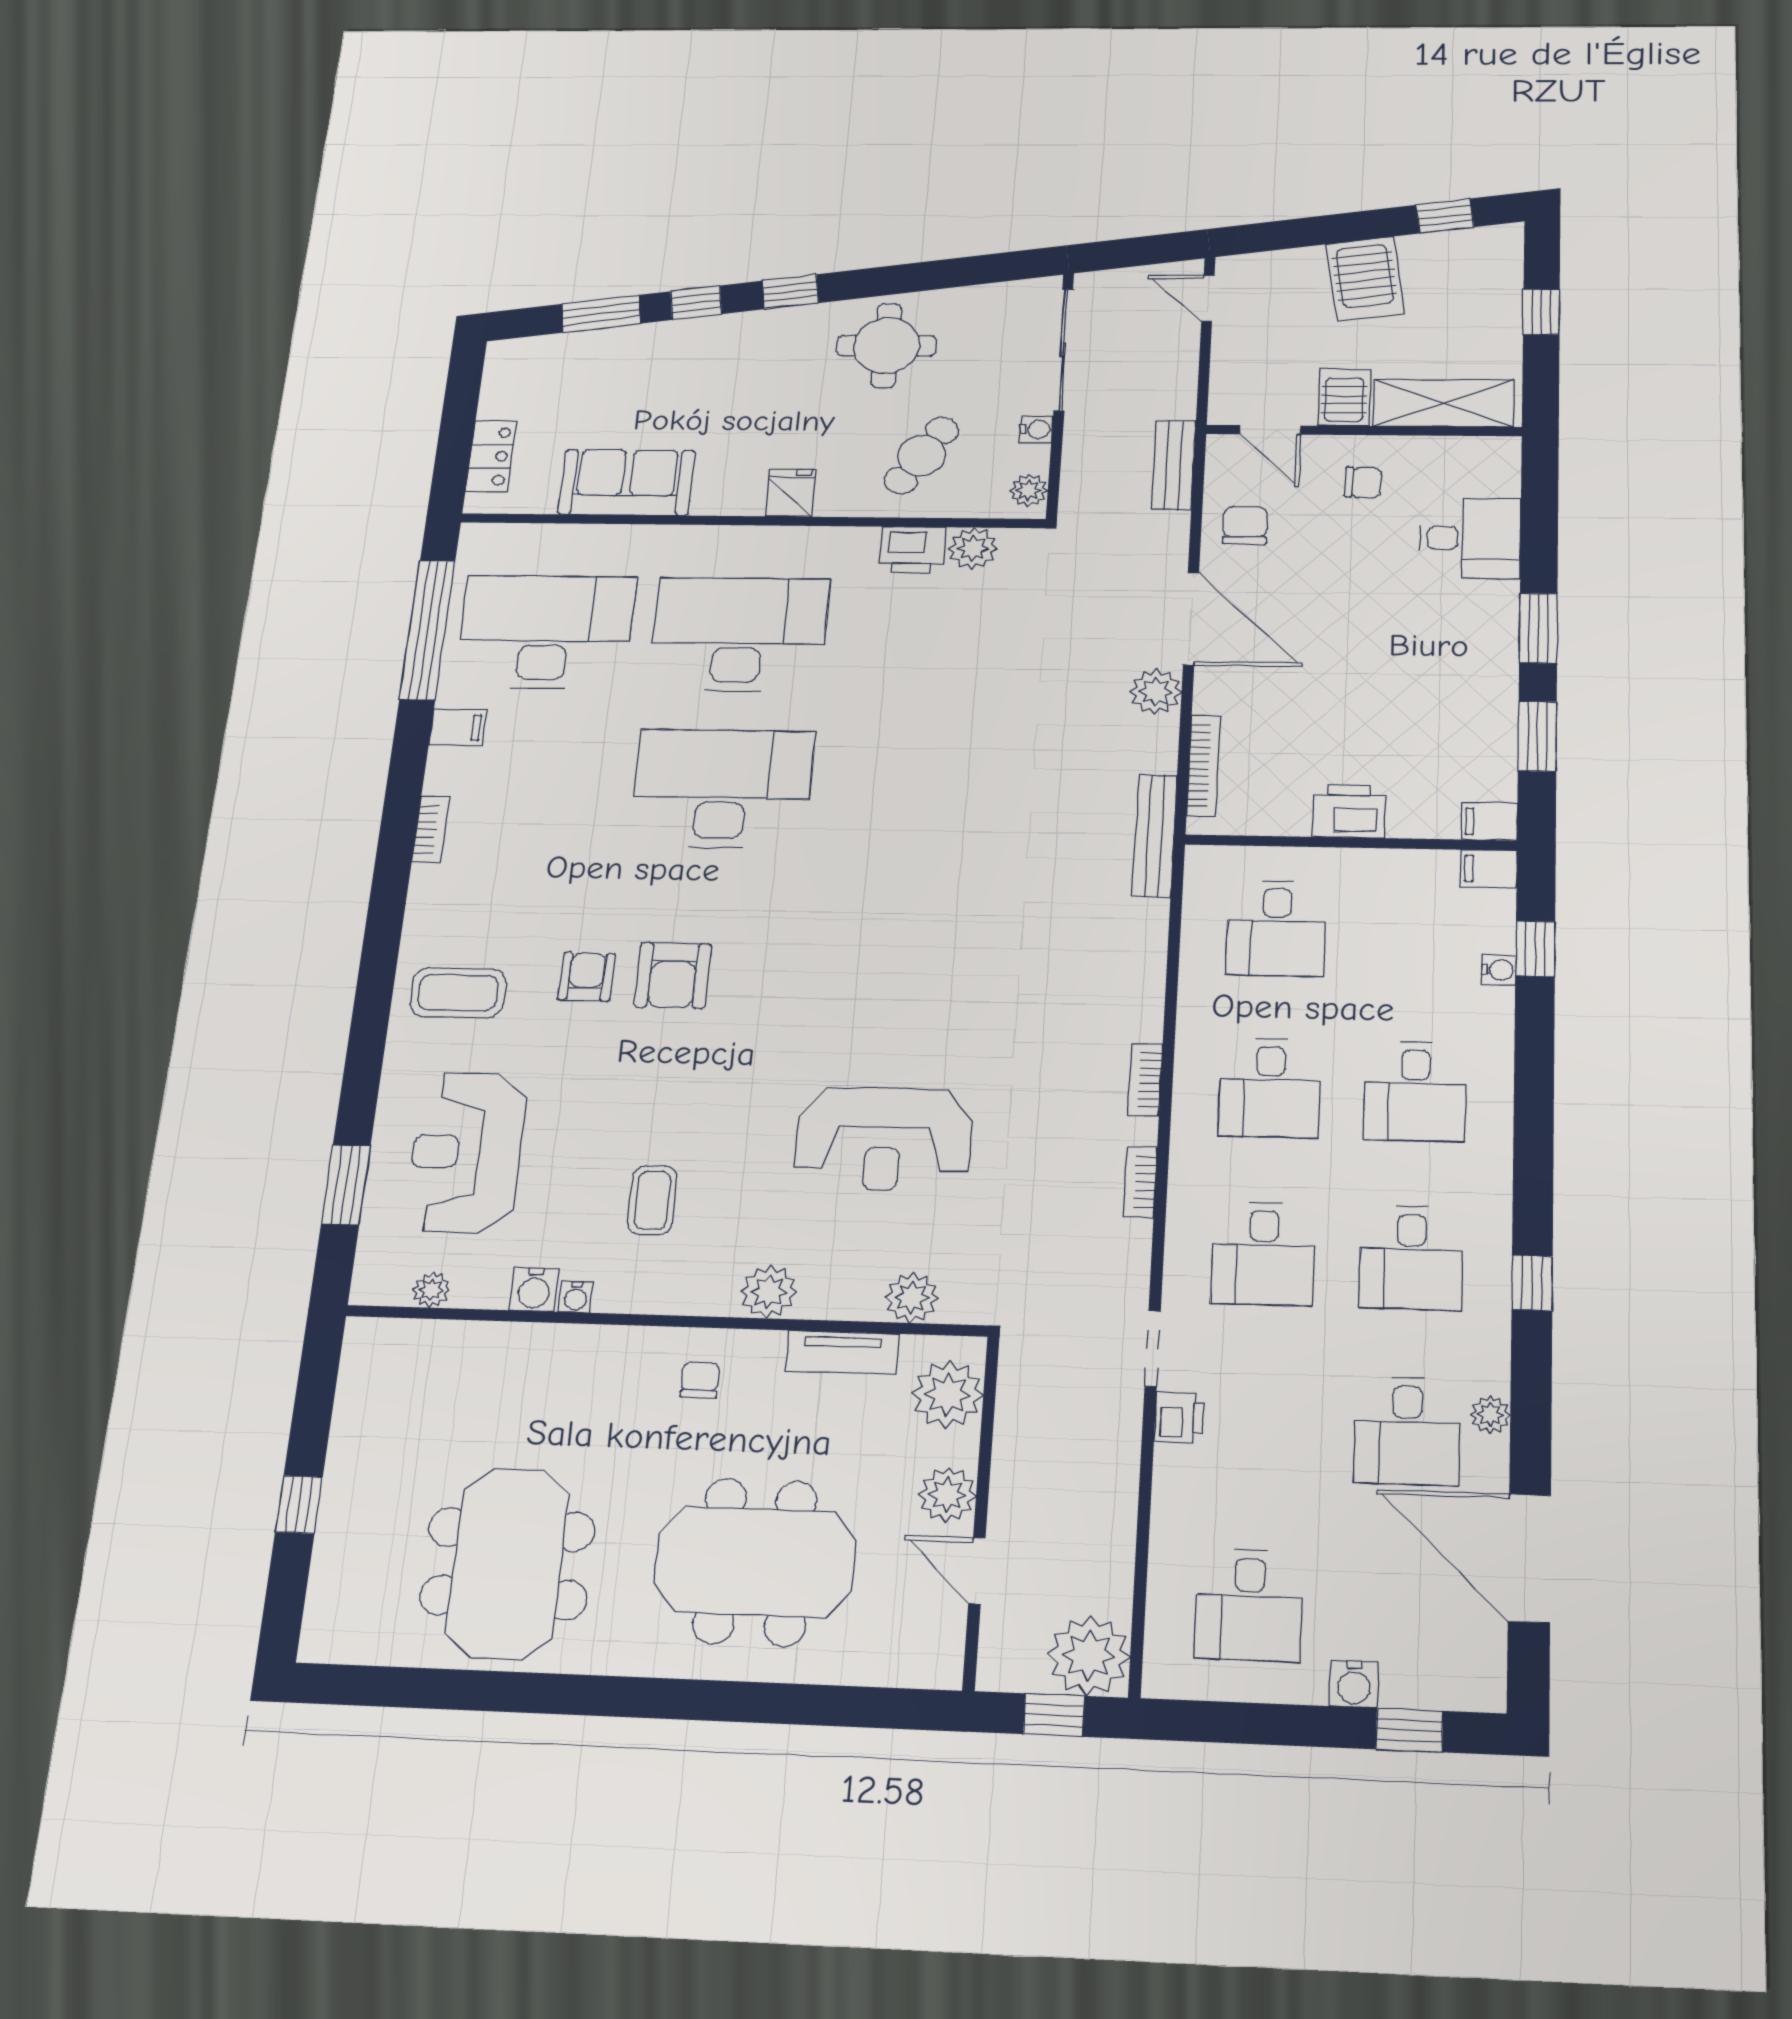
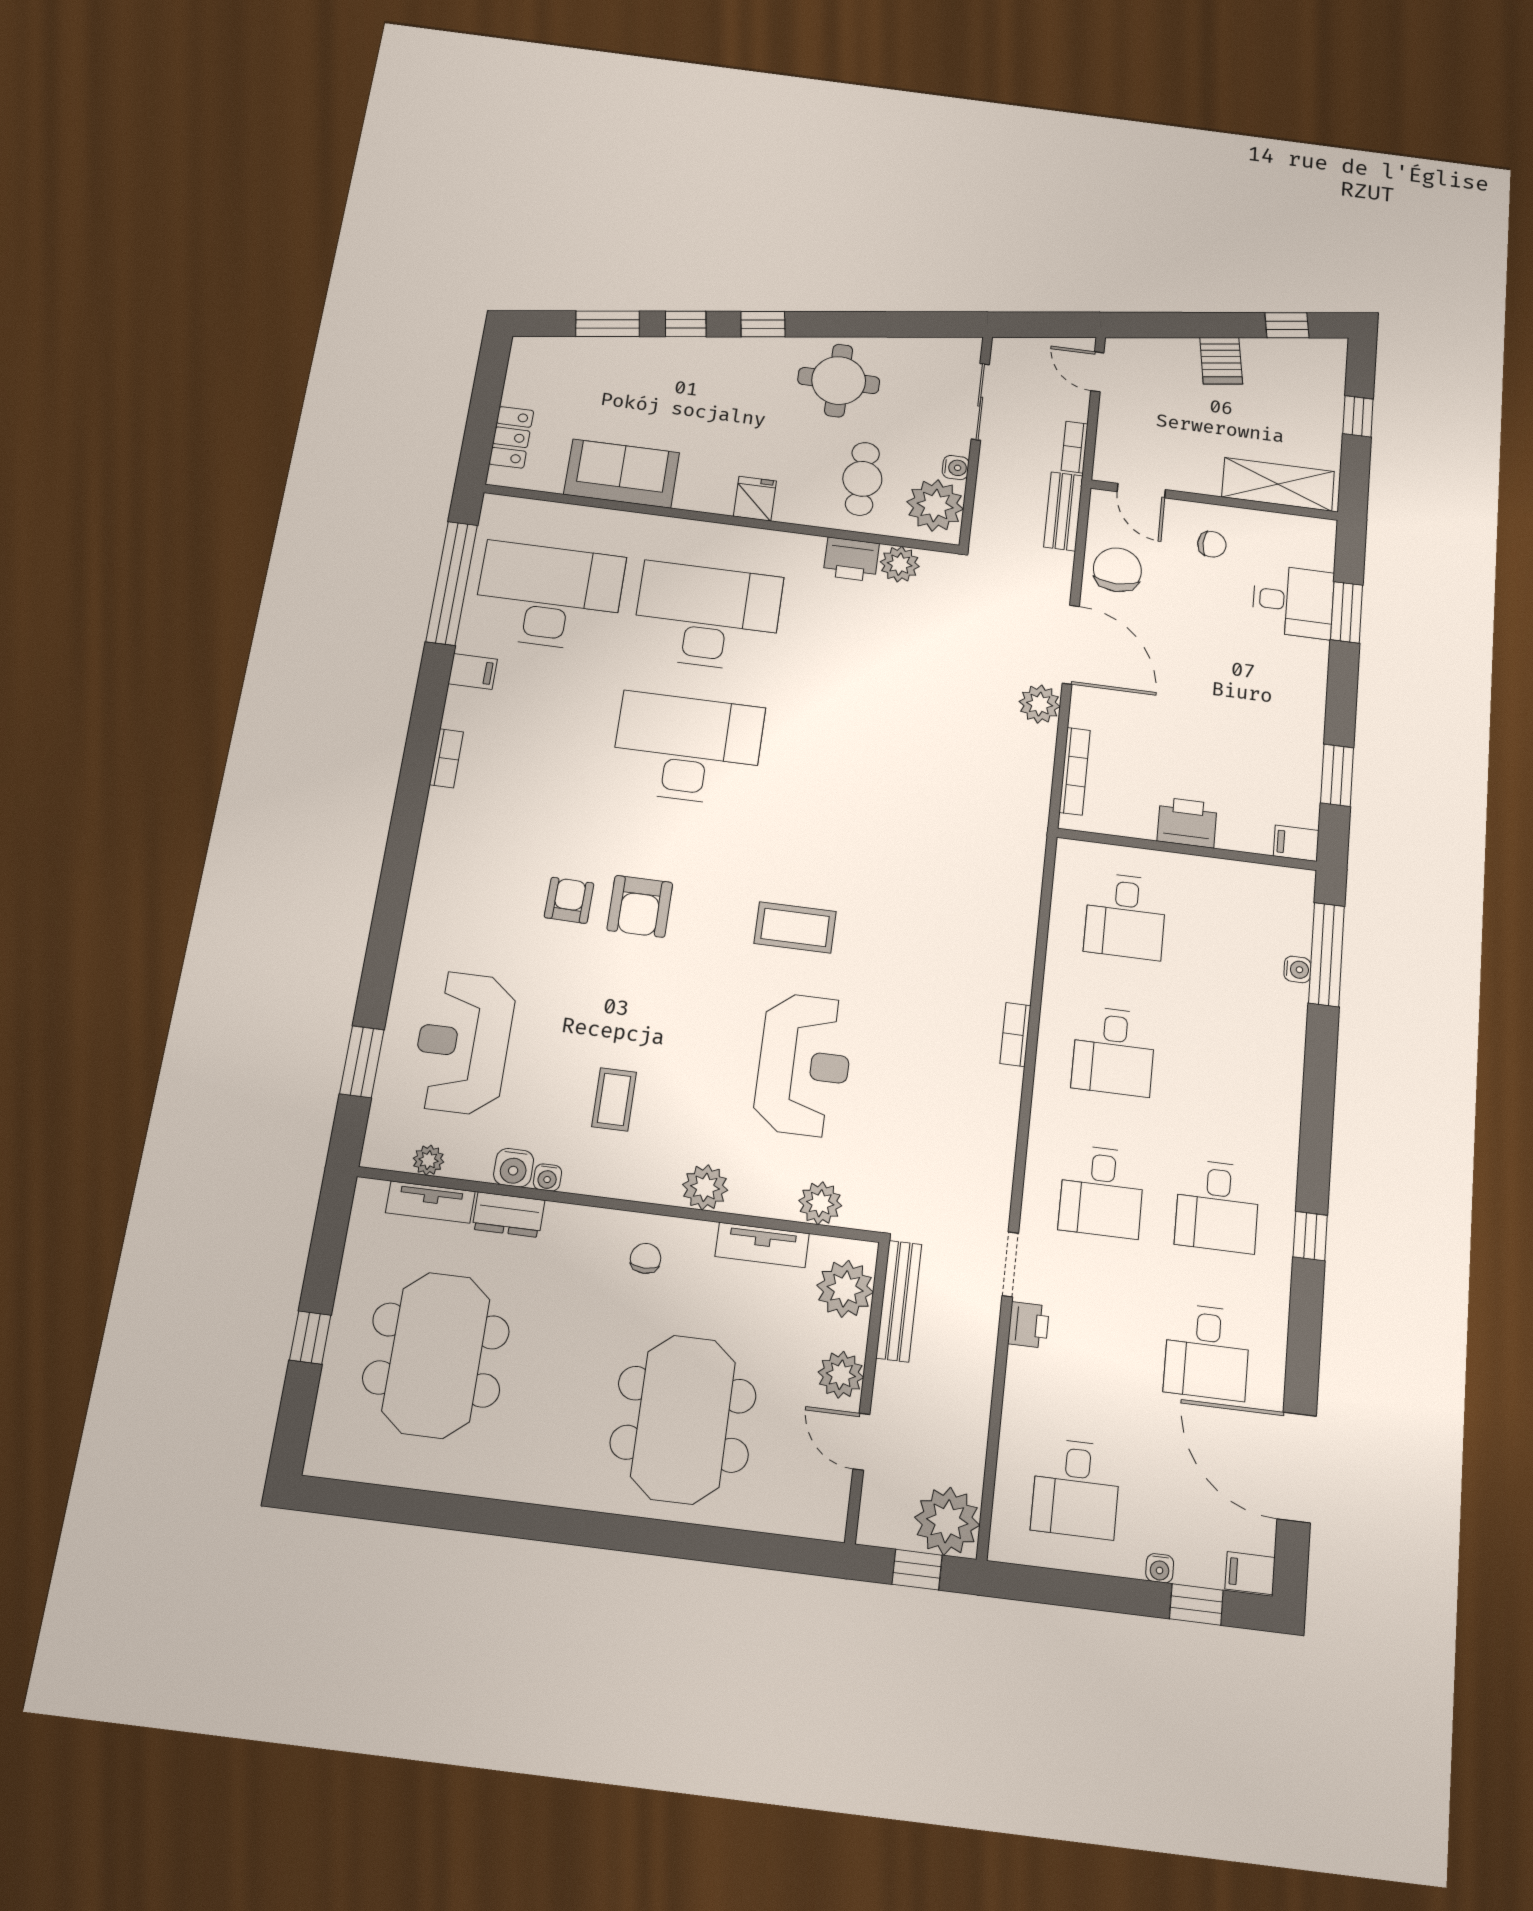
server rack: (1365, 279) -> (1221, 361), width x0.73, depth x0.70
sliding door: (1063, 350) -> (980, 402), width x0.73
server rack: (1344, 397) -> (1201, 470), removed
cafe table: (922, 455) -> (862, 479), turned -32
plant: (1029, 490) -> (935, 505), width x1.87, depth x1.87
chair: (1245, 525) -> (1117, 570), width x1.37, depth x1.37
window: (1538, 628) -> (1347, 612), moved
bench: (1155, 835) -> (899, 1301), moved
filing cabinet: (1489, 869) -> (1250, 1573), moved
window: (1535, 949) -> (1327, 954), width x2.17
coffee table: (458, 993) -> (795, 927), moved
desk: (1415, 1091) -> (1227, 1066), removed
reception desk: (883, 1139) -> (804, 1065), turned -90
bookcase: (1140, 1182) -> (1075, 447), moved
tv unit: (436, 1338) -> (430, 1202), added
dresser: (531, 1344) -> (508, 1215), added
plant: (1490, 1415) -> (1272, 1344), removed
meeting table: (755, 1562) -> (683, 1419), turned 90
meeting table: (508, 1563) -> (436, 1355), moved
water cooler: (1354, 1684) -> (1160, 1568), width x0.72, depth x0.72

